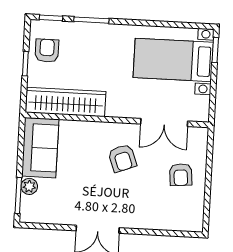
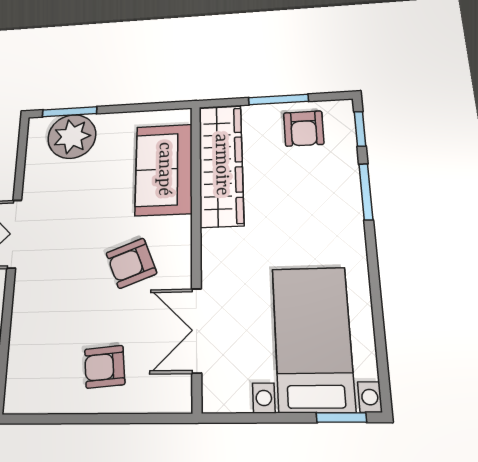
armchair: (47, 51) -> (304, 128), turned 90
window: (25, 64) -> (278, 99), width x1.50
sofa: (40, 148) -> (164, 169), moved, turned 90
plant: (29, 186) -> (72, 136), width x1.87, depth x1.87

